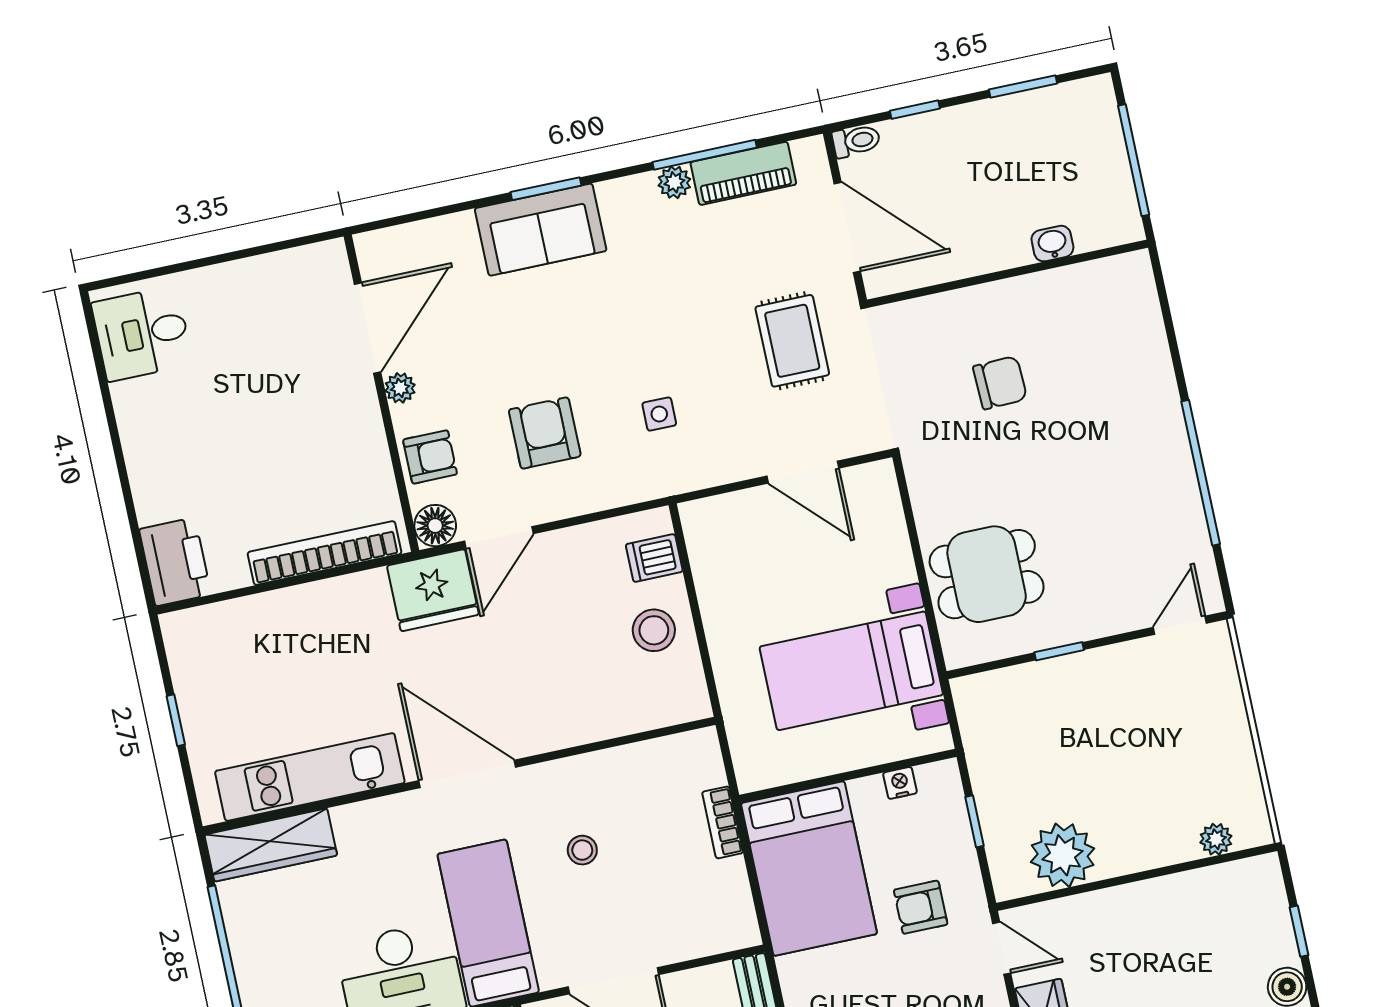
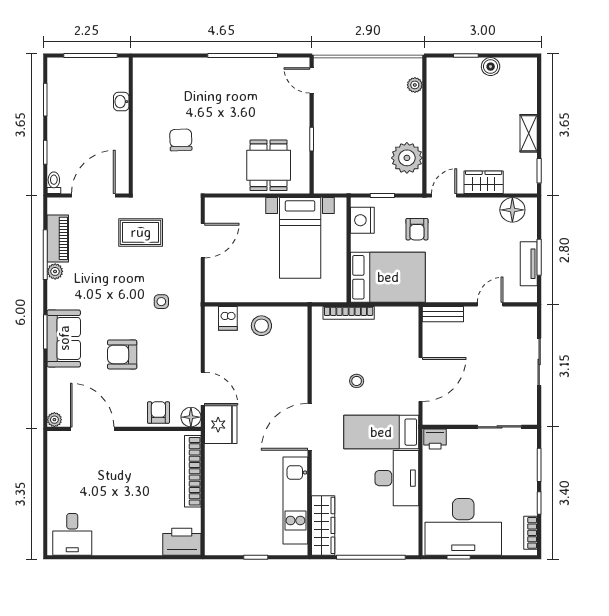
plant: (400, 388) -> (54, 420), moved
armchair: (545, 433) -> (122, 354), moved
nightstand: (900, 783) -> (362, 220), width x1.89, depth x1.79
bookcase: (723, 822) -> (349, 313), width x1.56

